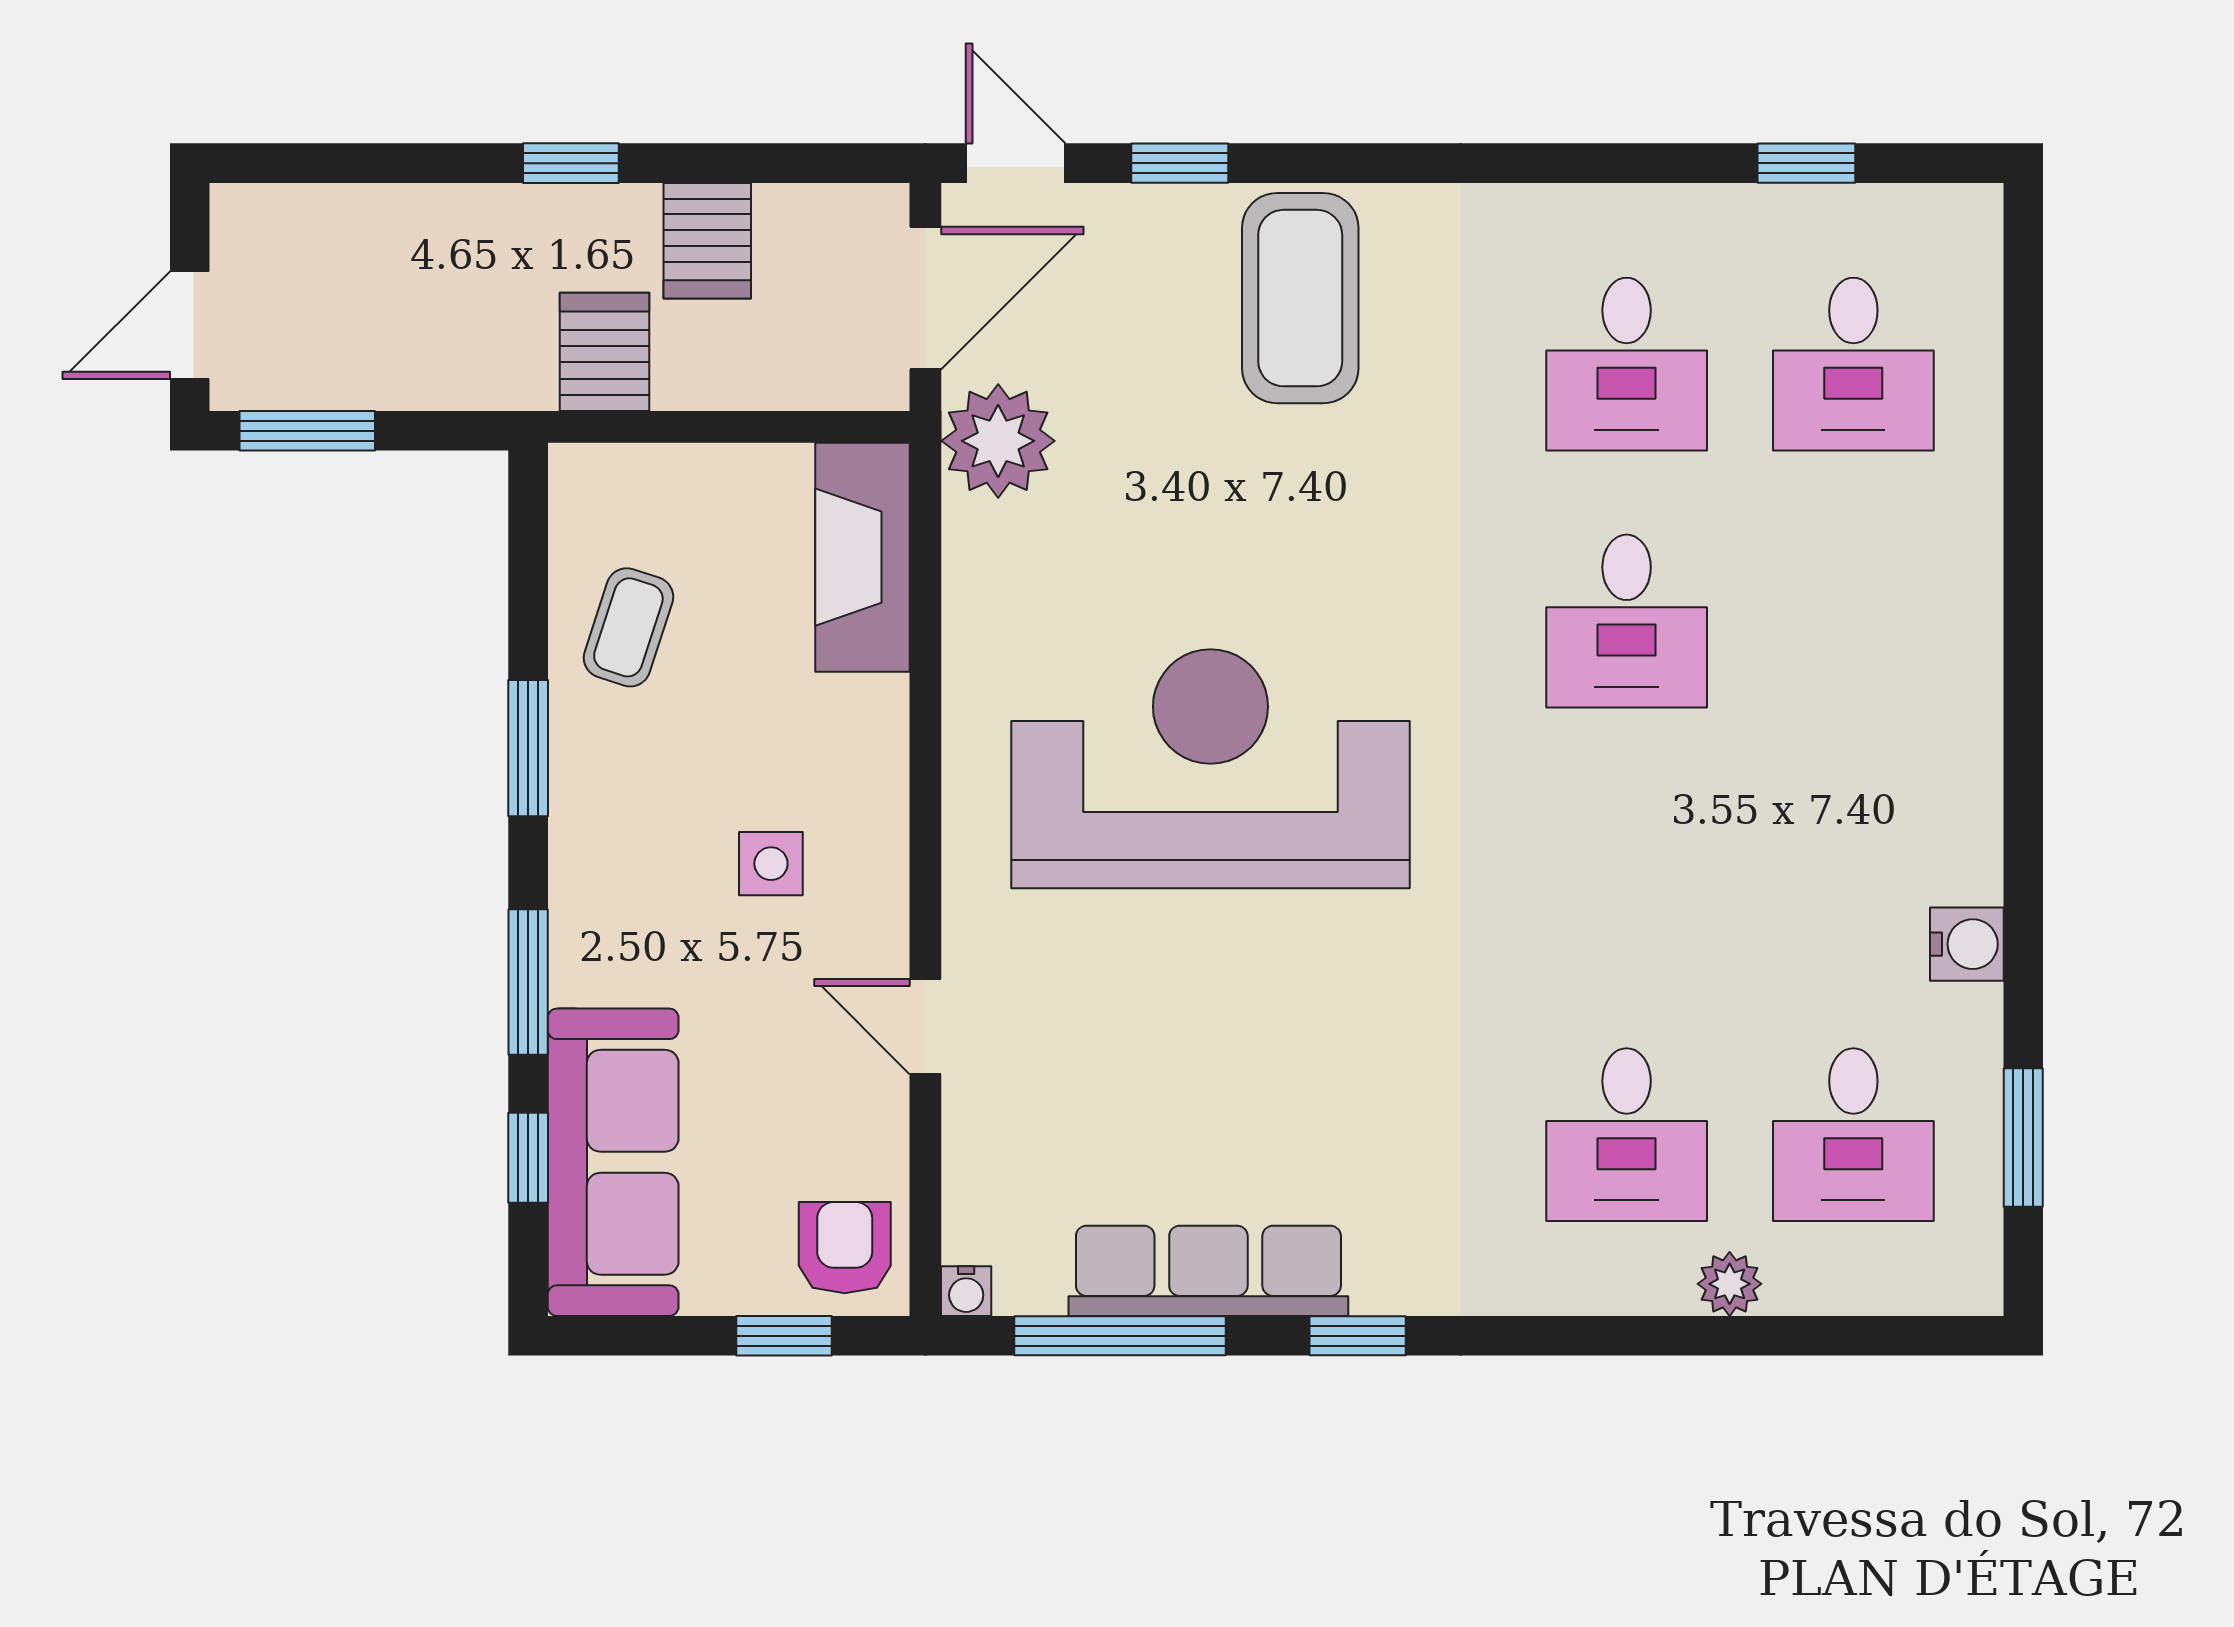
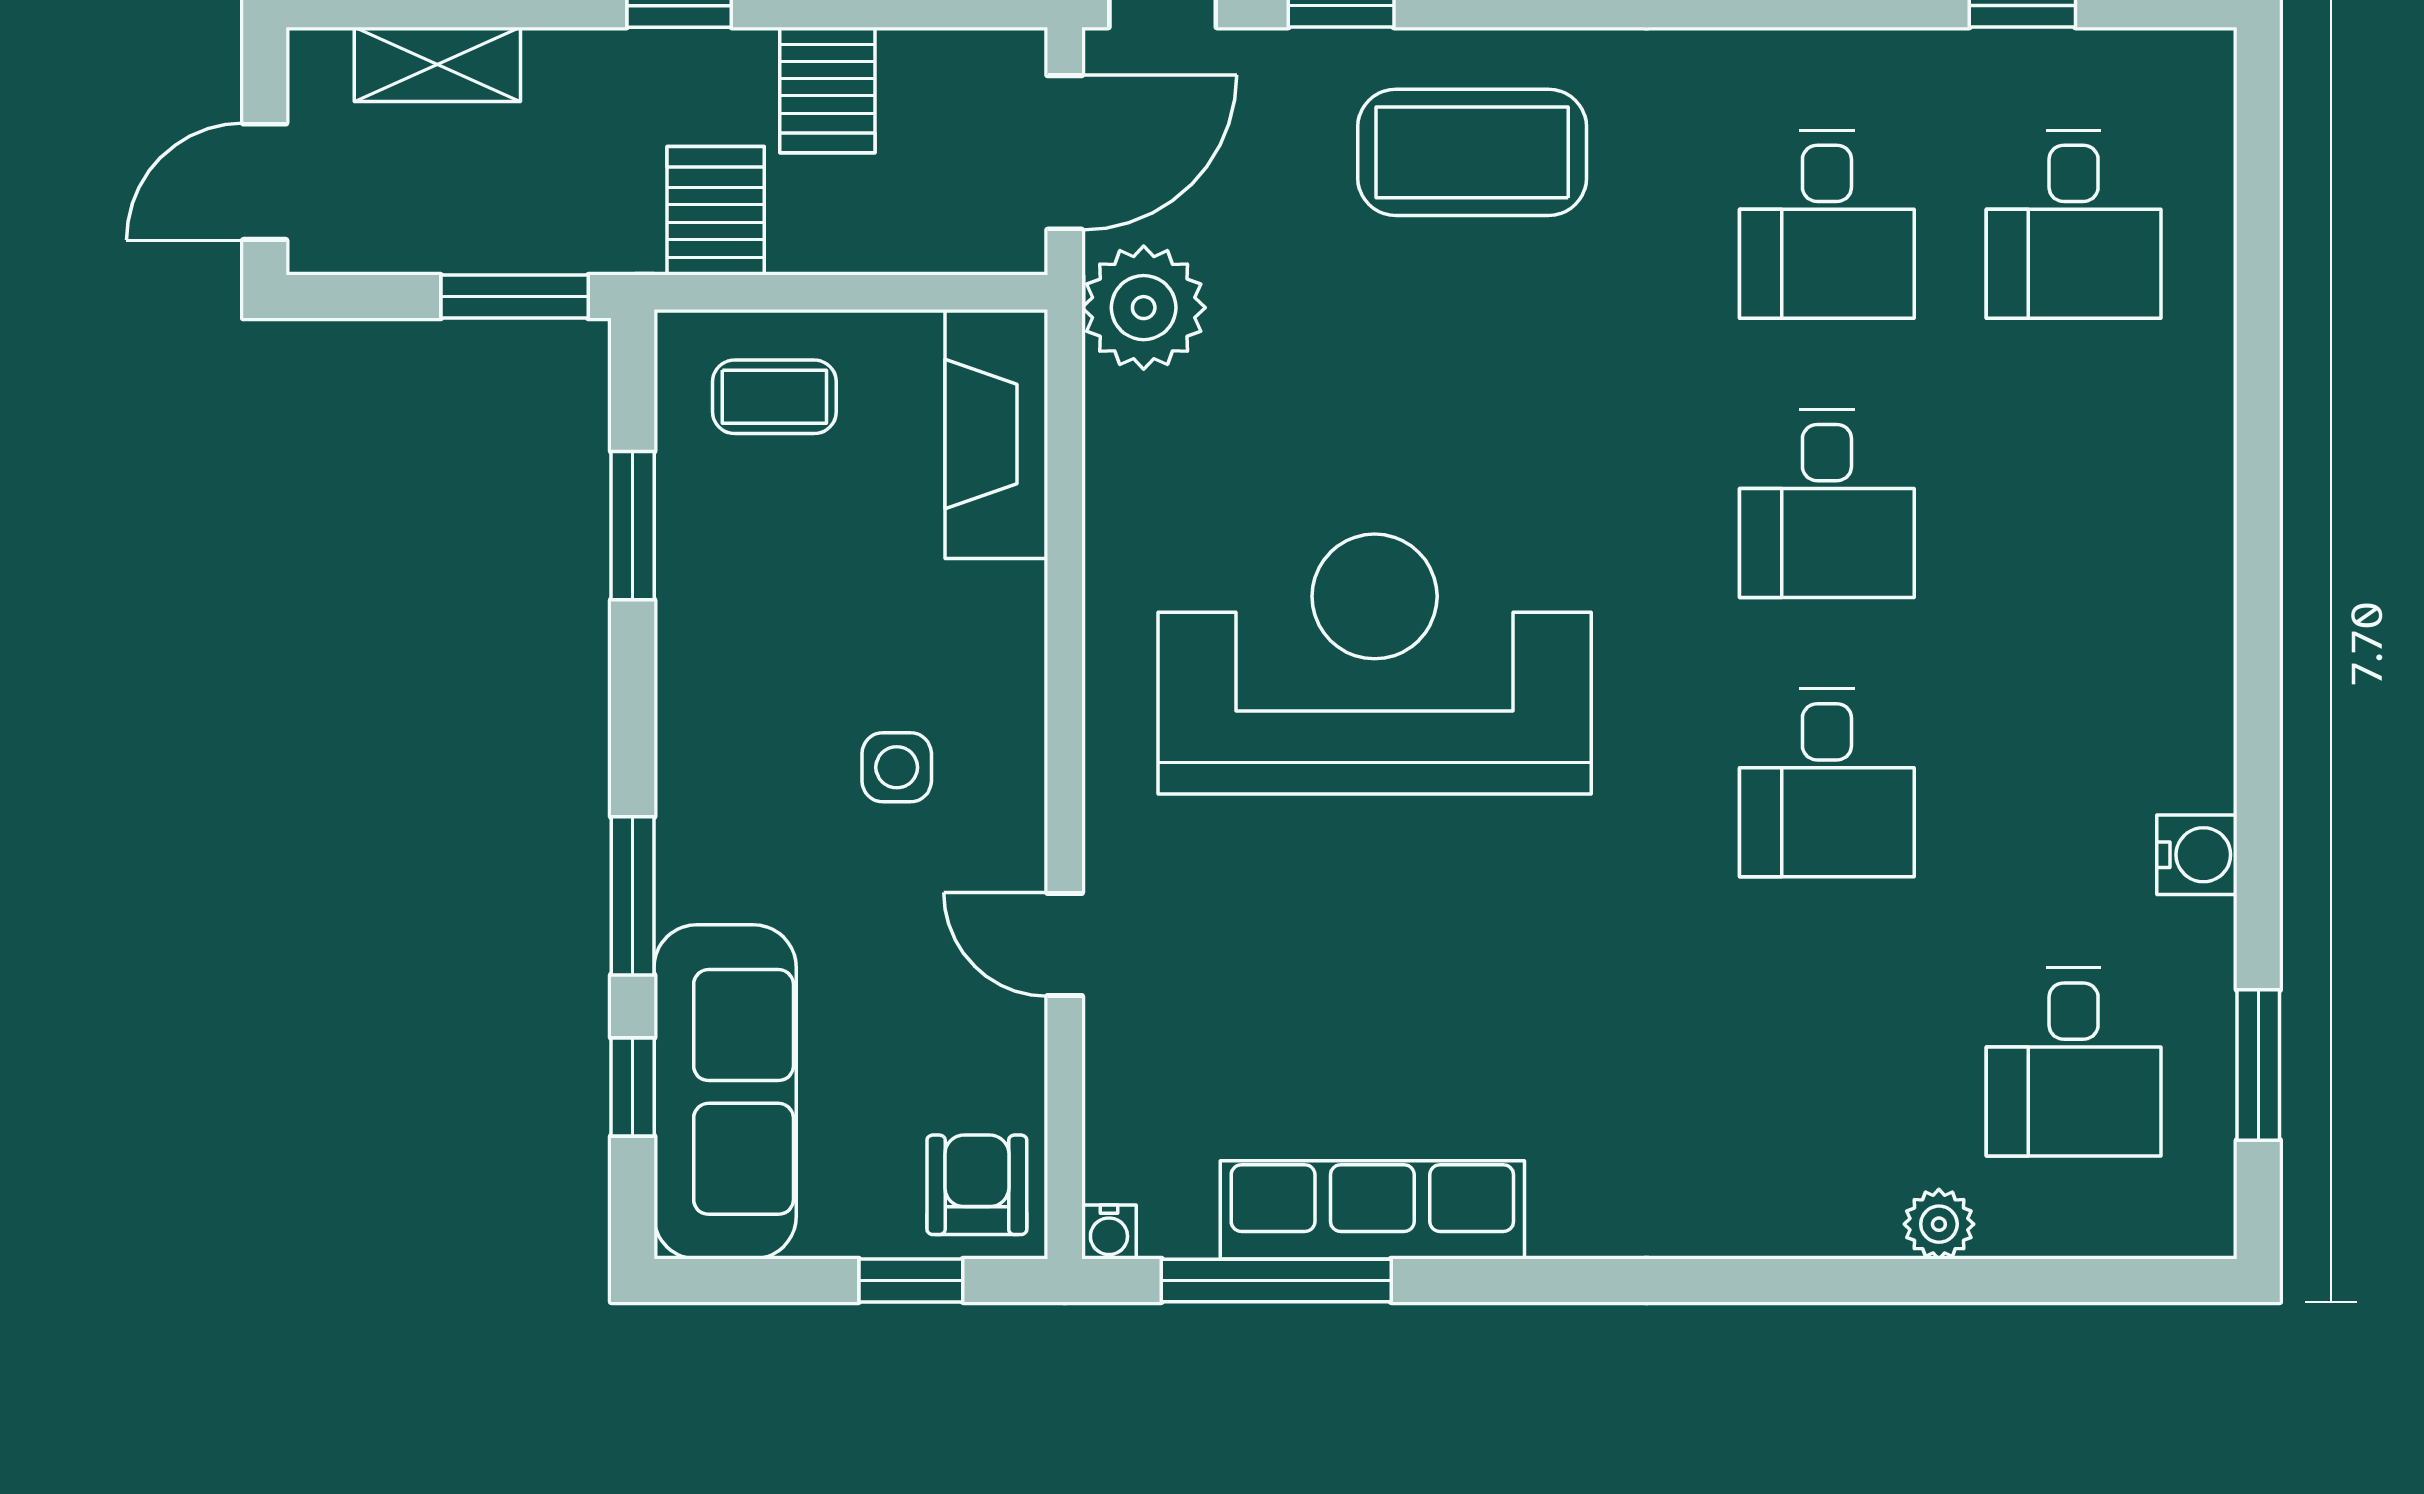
shelving: (348, 217) -> (437, 64), added
coffee table: (1300, 298) -> (1472, 152), turned 90
window: (307, 431) -> (515, 297), moved
coffee table: (628, 627) -> (774, 397), moved, turned 72
window: (528, 748) -> (633, 526), moved
desk: (1627, 1135) -> (1827, 783), moved
window: (1358, 1336) -> (1535, 1280), removed

